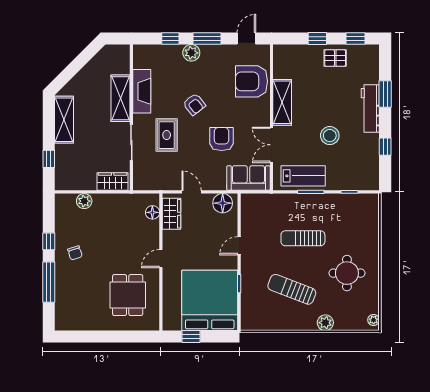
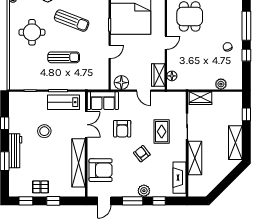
fireplace: (142, 91) -> (180, 178), moved
shelving: (282, 102) -> (79, 163), width x1.47

